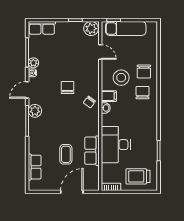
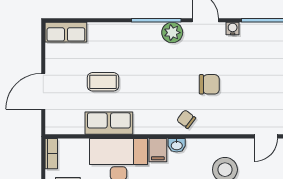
plant: (33, 63) -> (249, 30), removed
filing cabinet: (109, 96) -> (158, 150), moved
row of seats: (35, 167) -> (66, 32), moved
door: (72, 192) -> (43, 91), swing flipped

